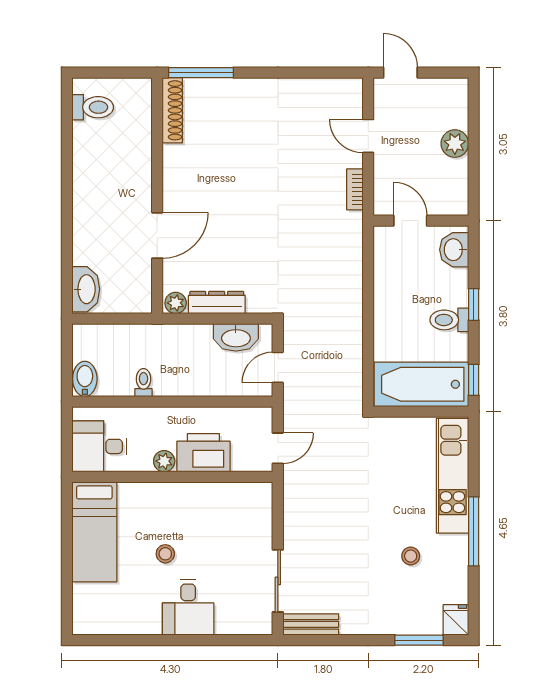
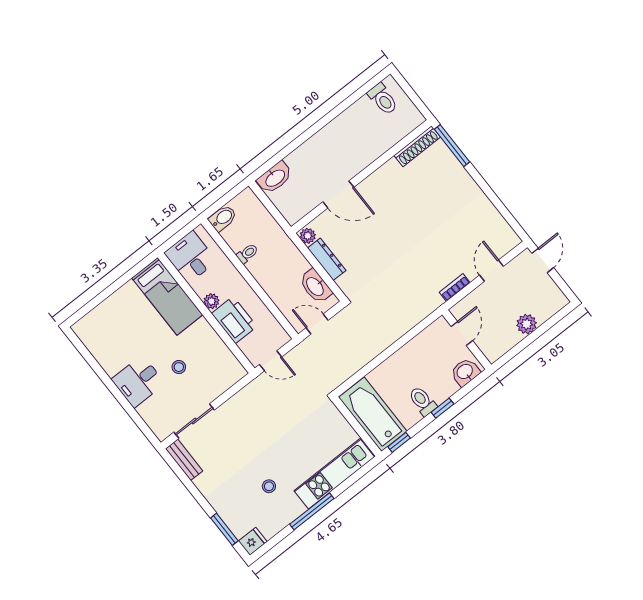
bed: (94, 532) -> (167, 296), moved, turned -90
stool: (165, 554) -> (179, 367), moved

